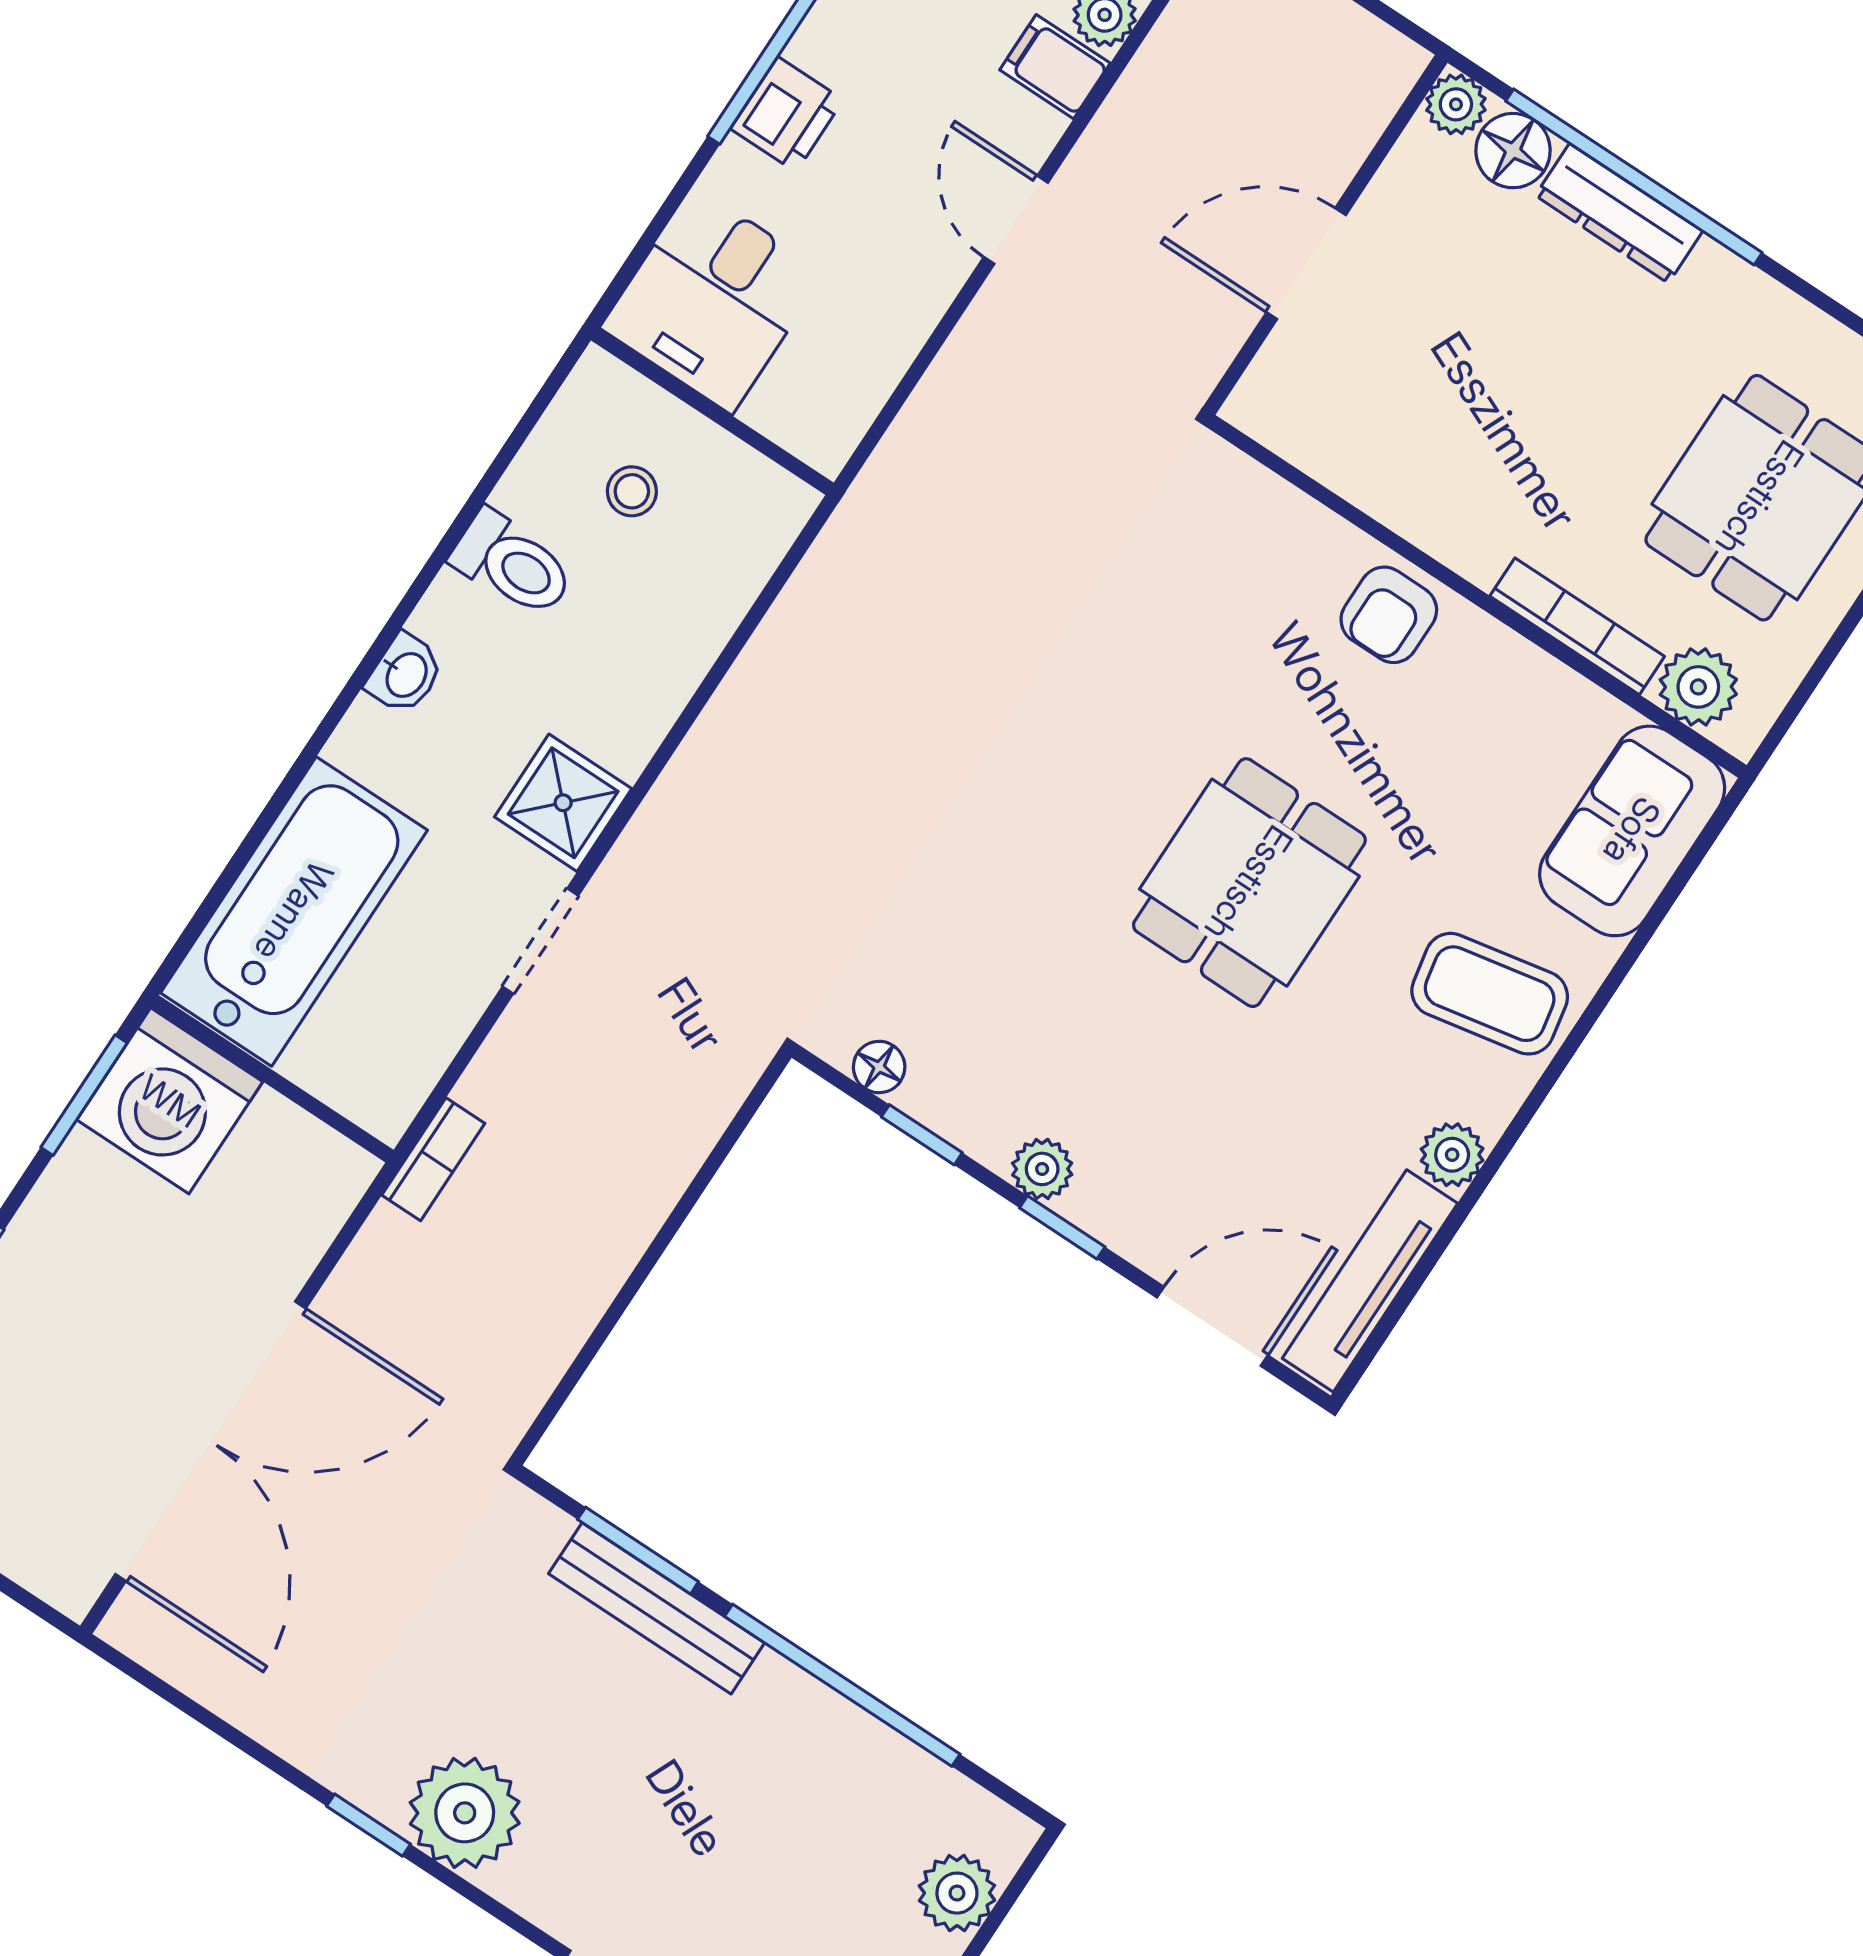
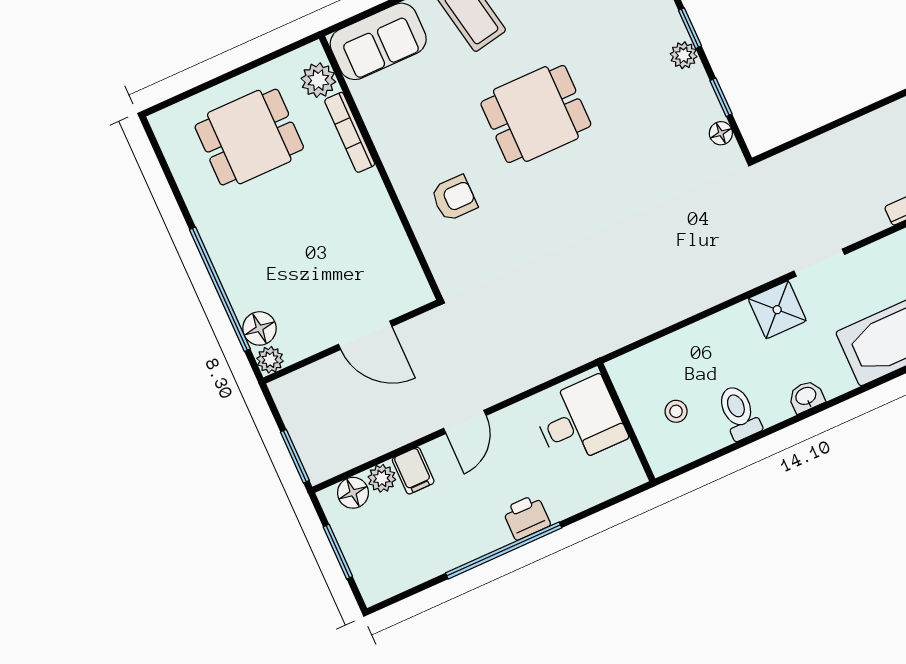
dresser: (1619, 213) -> (234, 279), removed
desk: (713, 300) -> (580, 421), moved
armchair: (1389, 615) -> (454, 198), moved

